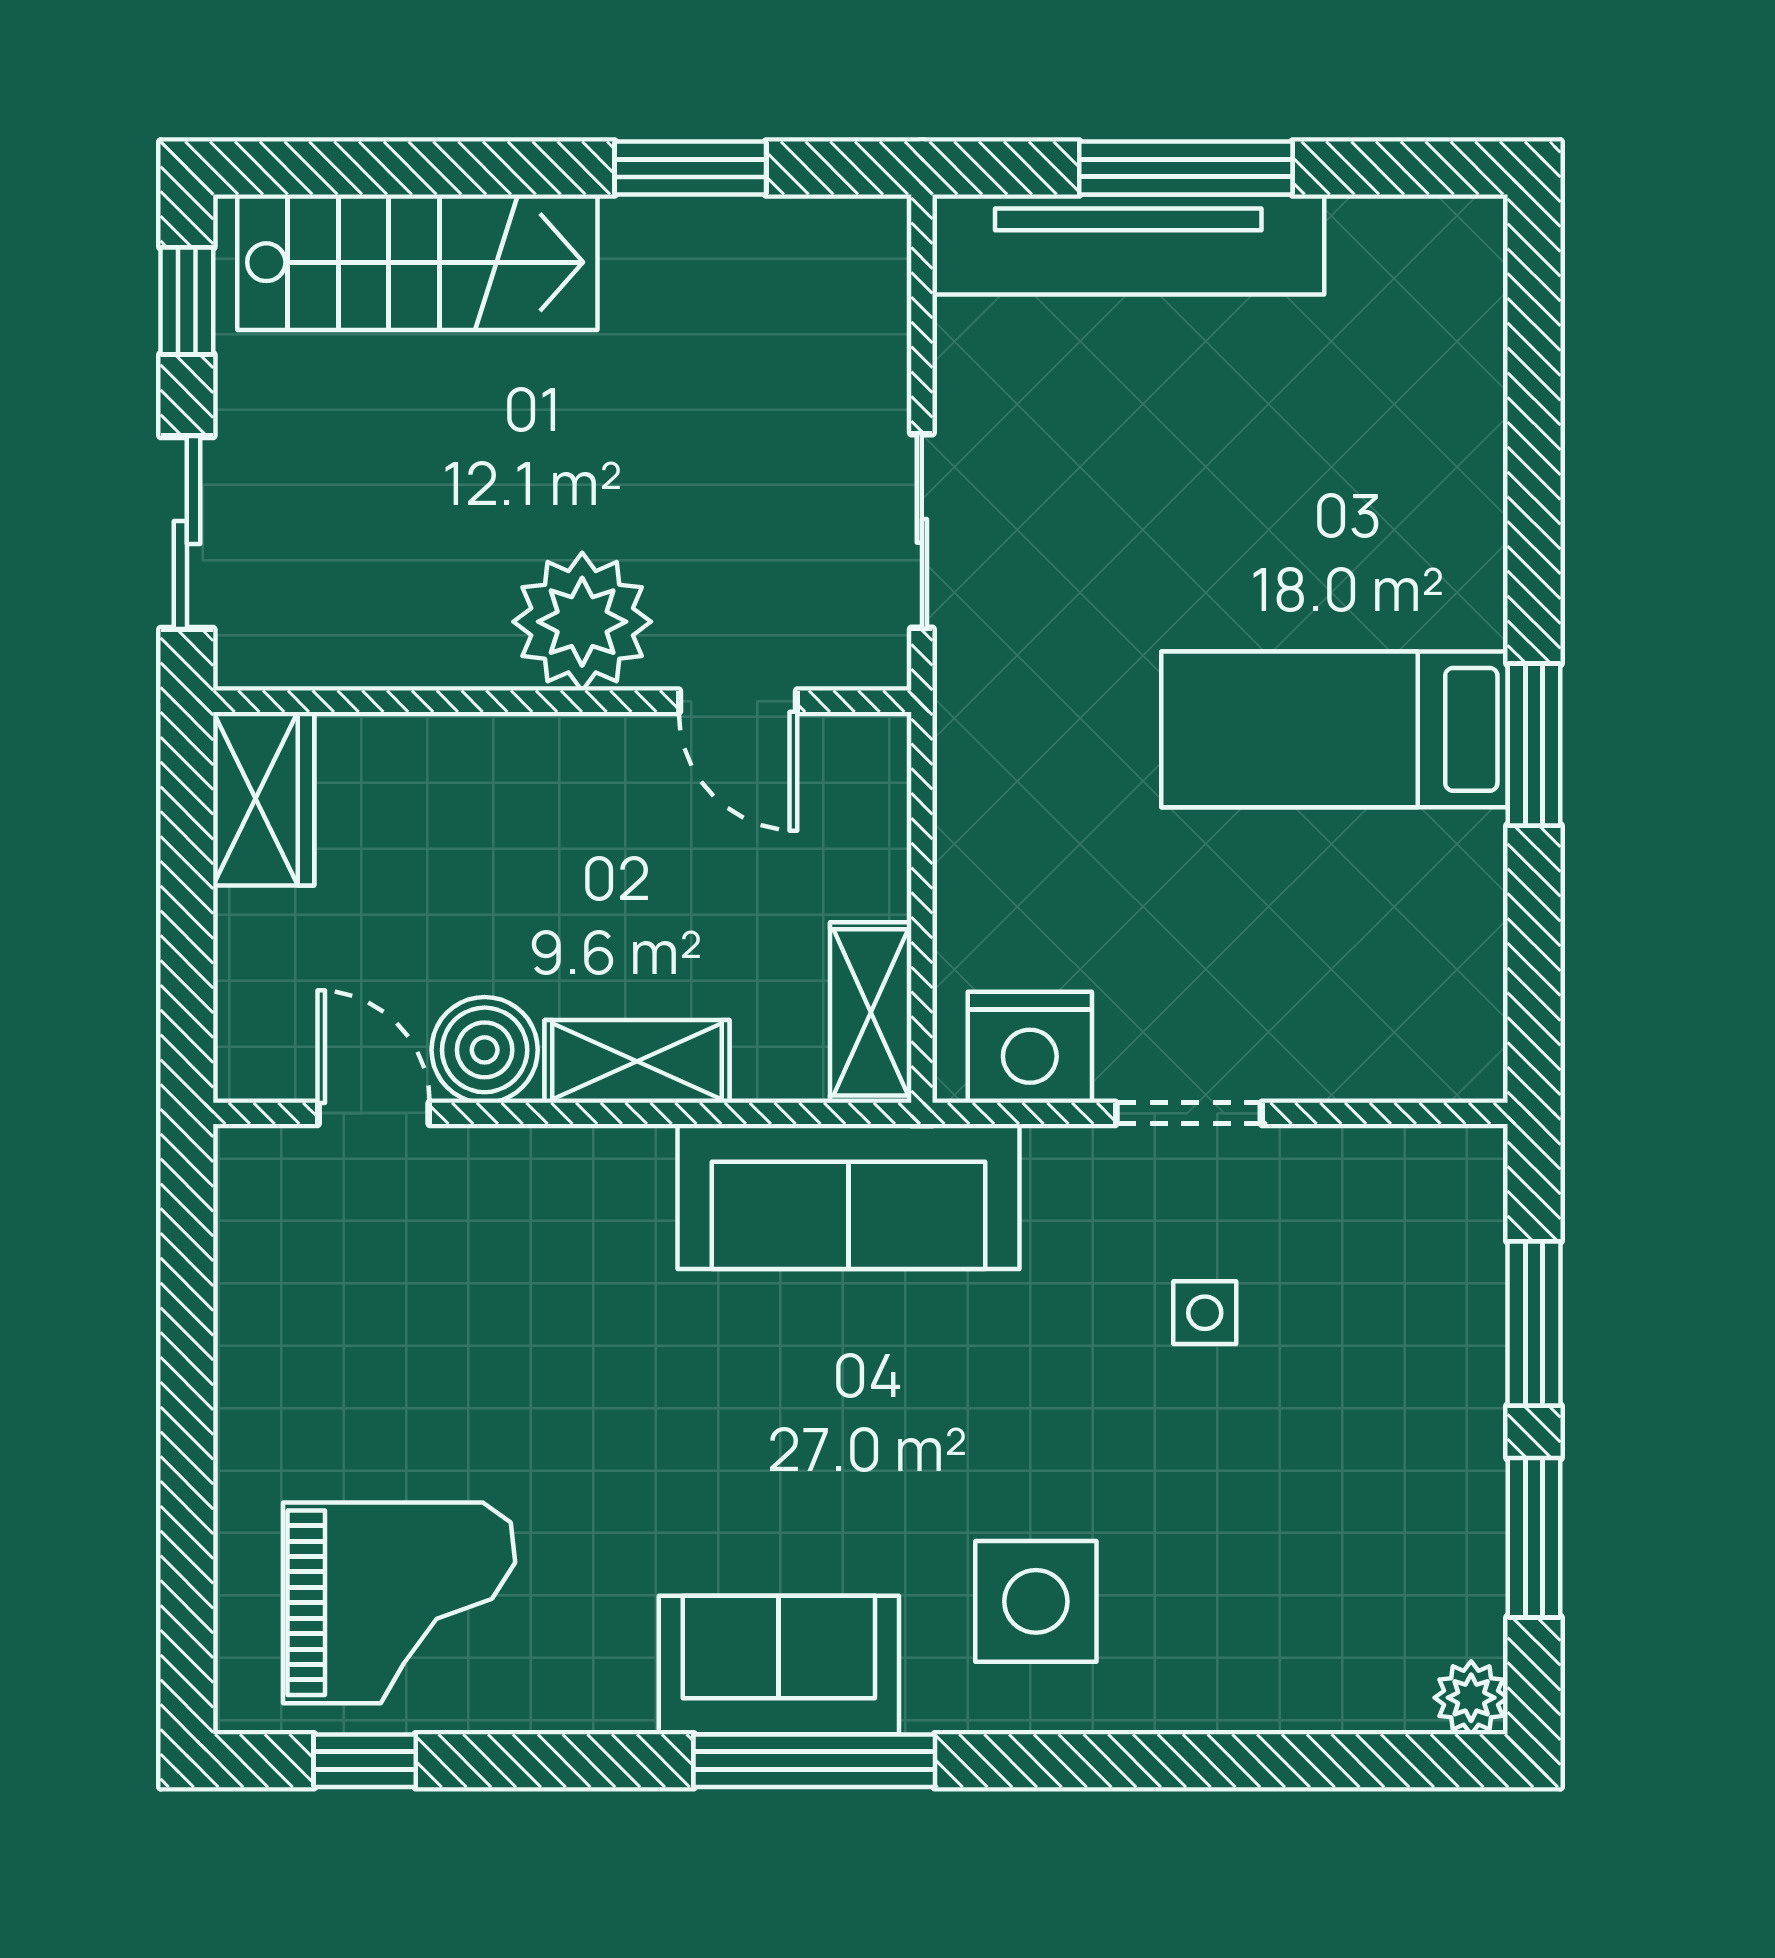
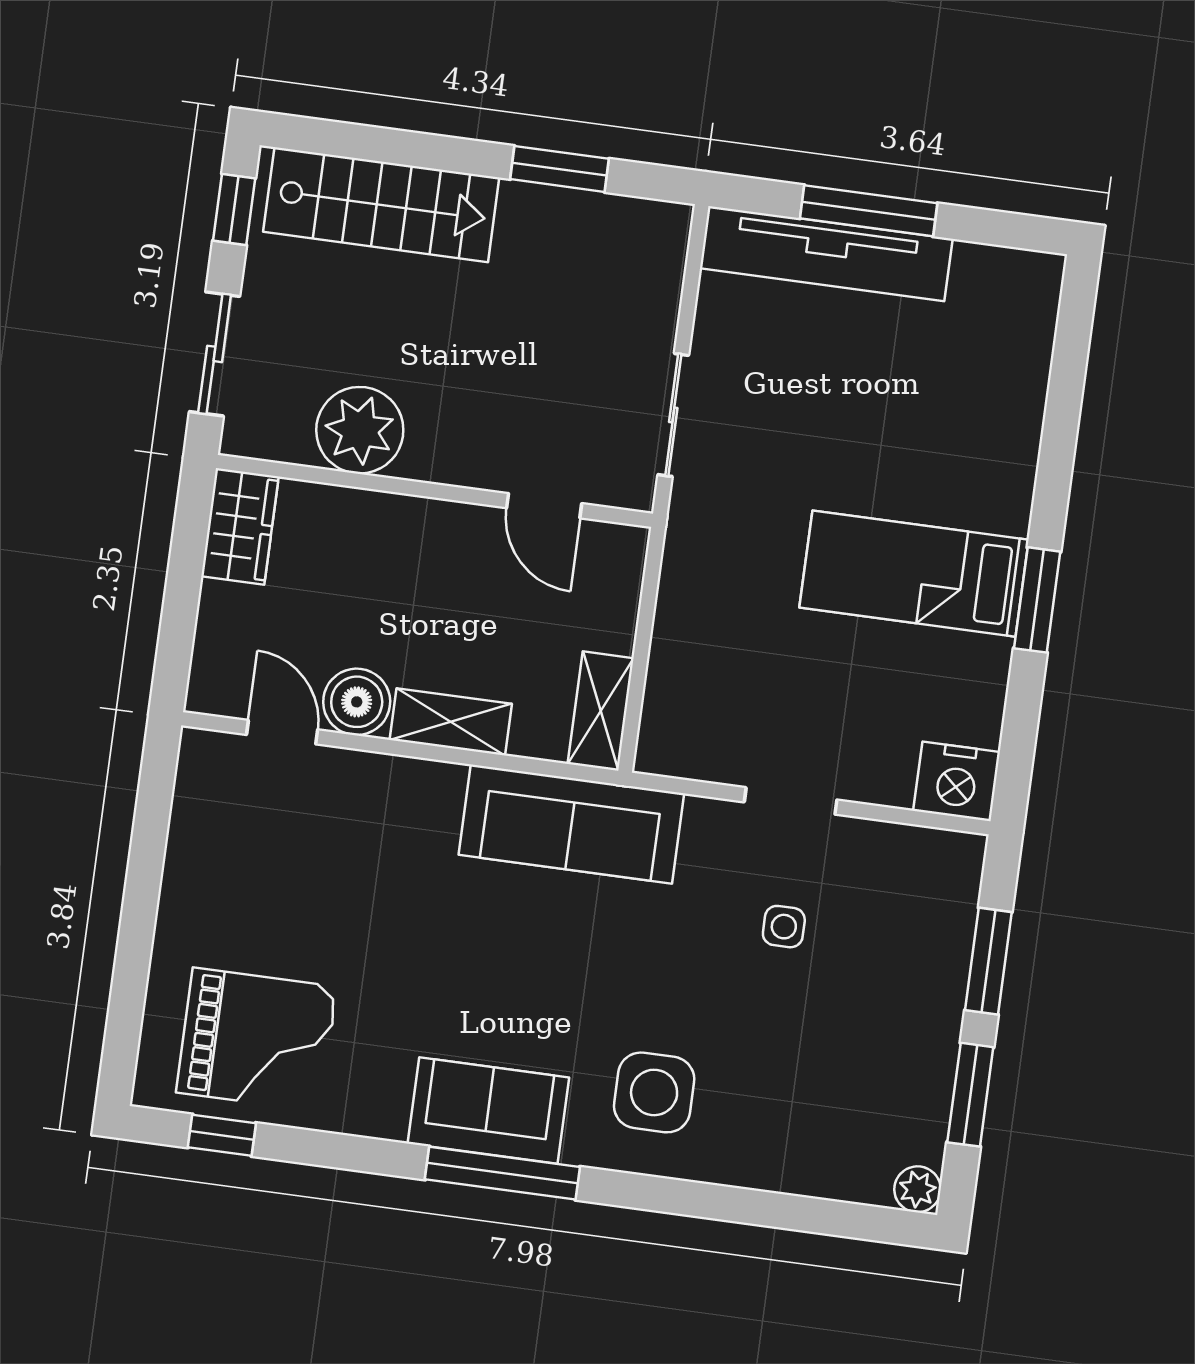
plant: (582, 622) -> (360, 430), moved
nightstand: (1030, 1047) -> (957, 781), moved

